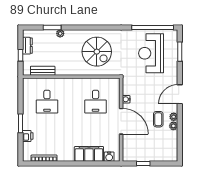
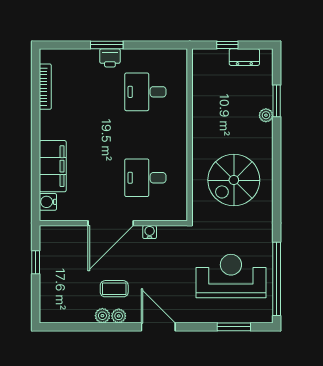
bench: (43, 71) -> (200, 84), removed
printer: (28, 136) -> (110, 58), moved

